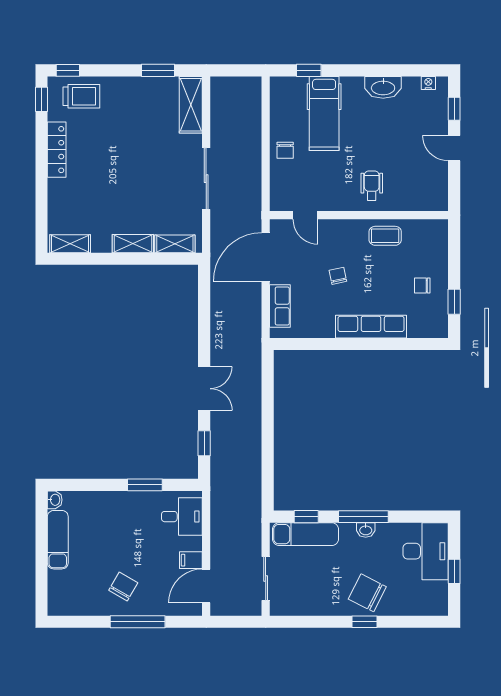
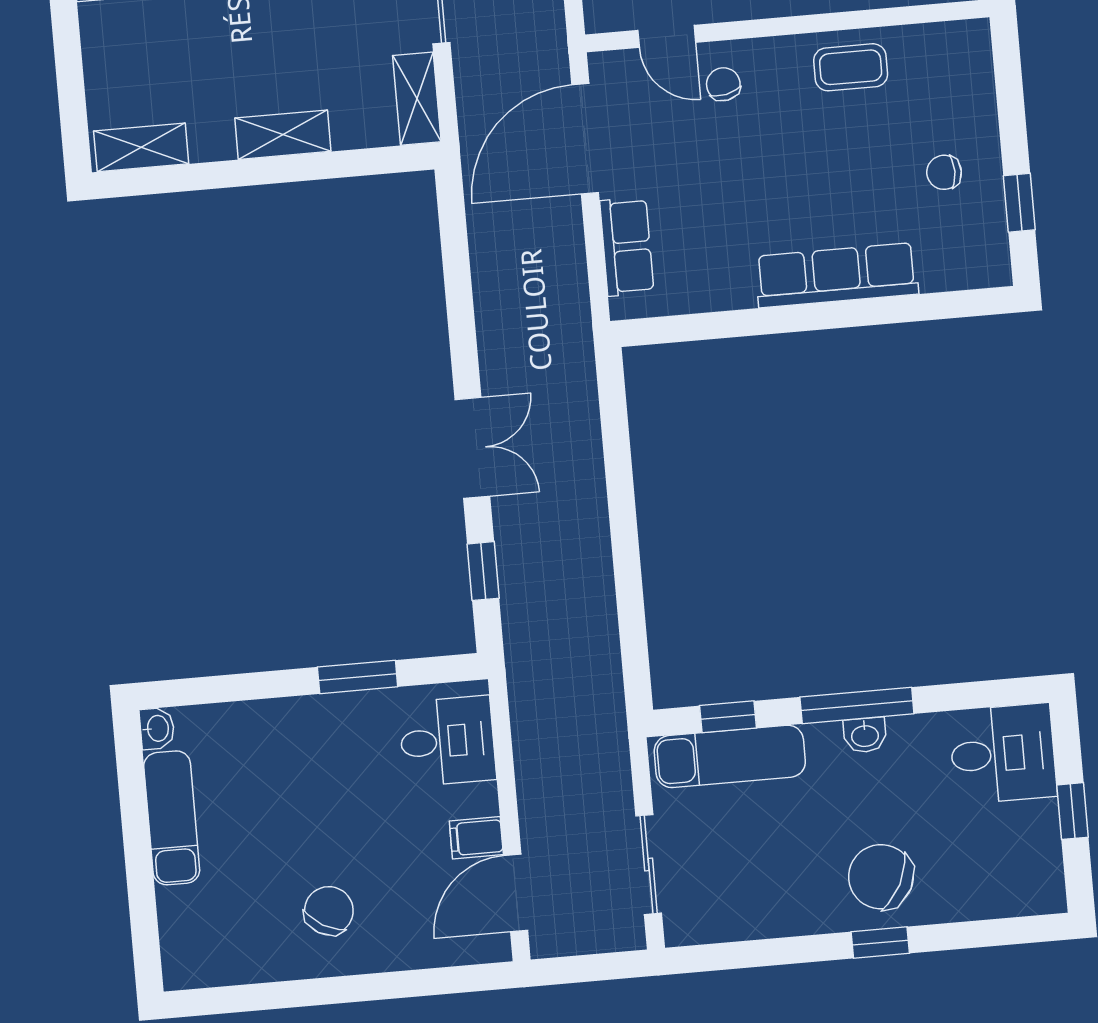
shelving: (175, 244) -> (417, 99), moved, turned 90
chair: (338, 276) -> (723, 84), moved
desk: (426, 551) -> (1003, 754), width x0.73
window: (138, 622) -> (368, 987), removed

